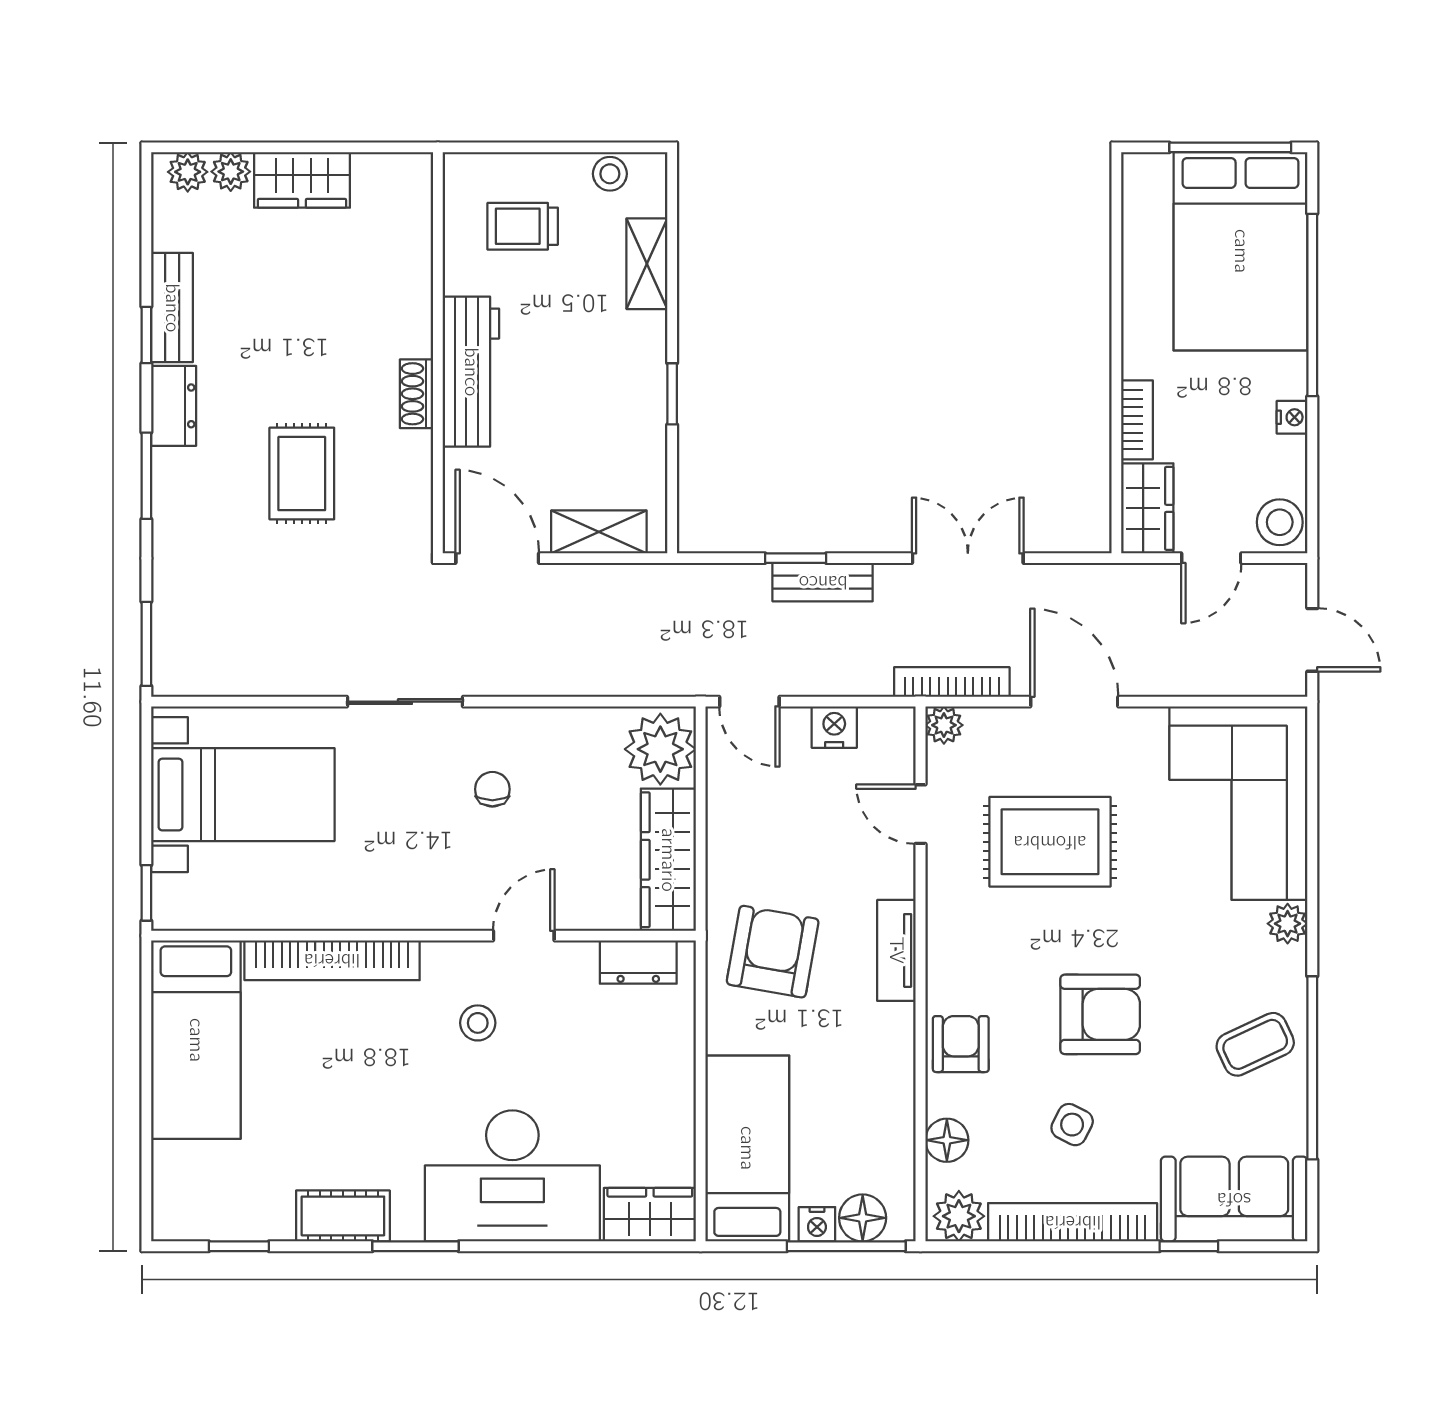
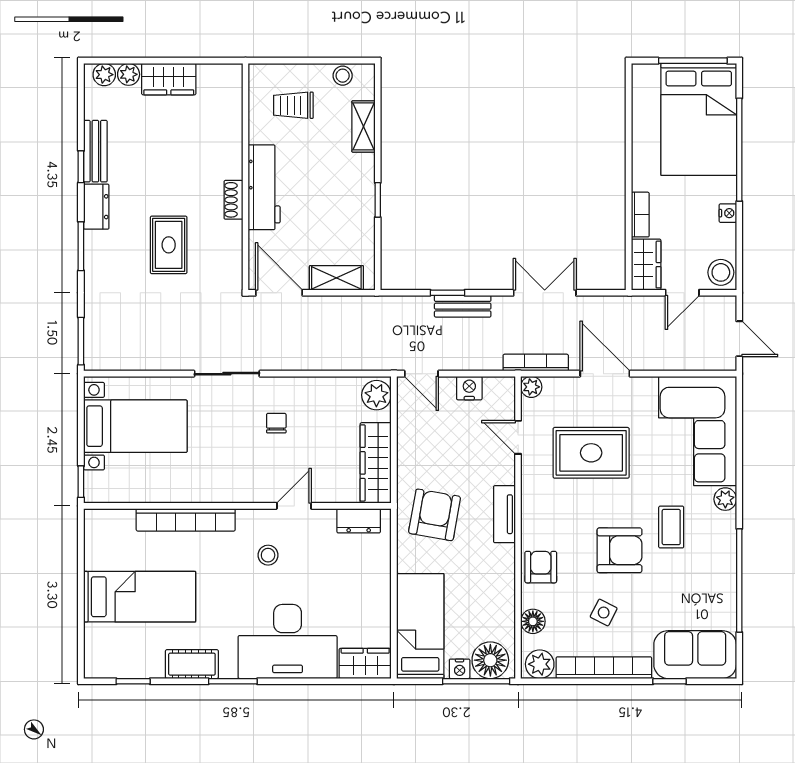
plant: (660, 749) -> (376, 395), width x0.73, depth x0.73
bed: (196, 1040) -> (140, 597), moved, turned -90
coffee table: (1255, 1044) -> (671, 527), moved, turned -65
floor lamp: (863, 1218) -> (490, 660), width x1.38, depth x1.38

